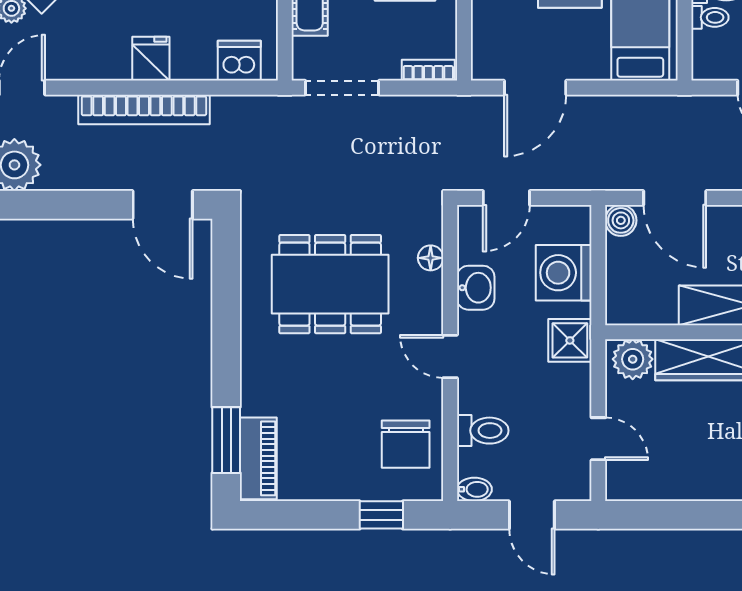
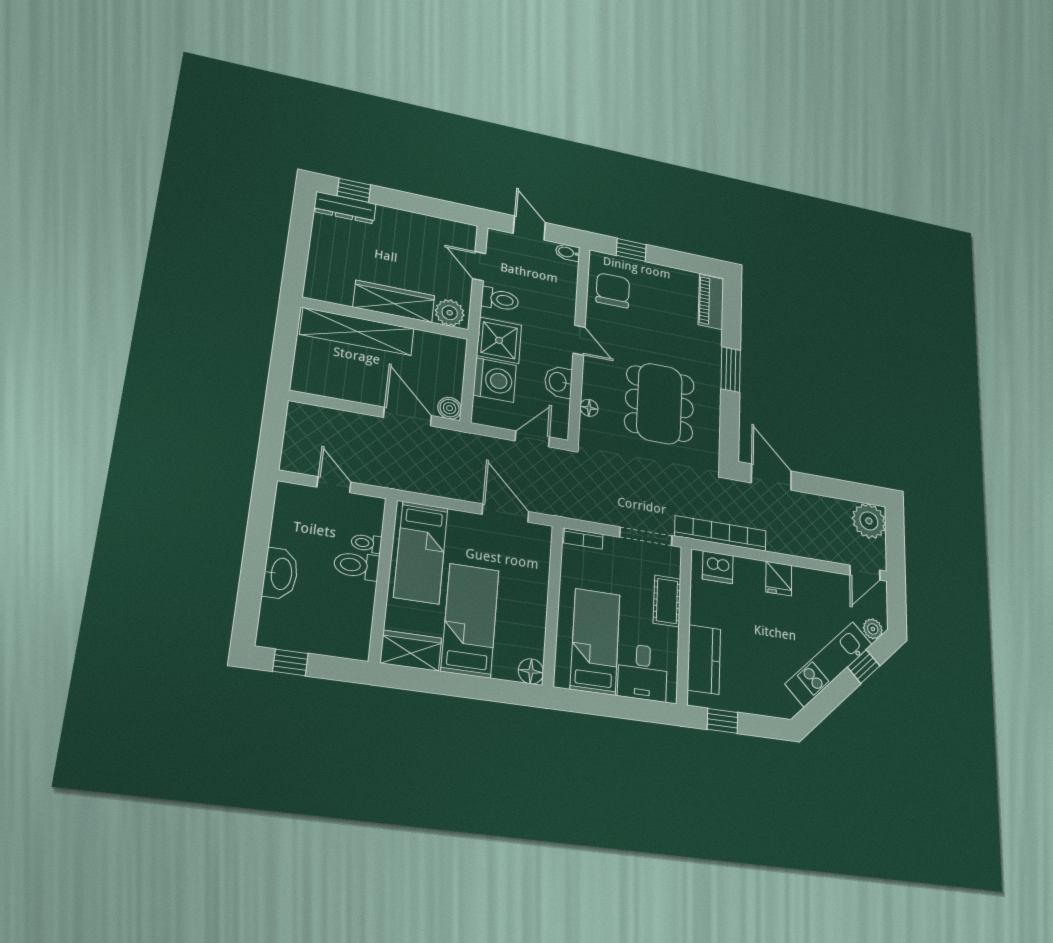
door: (535, 88) -> (505, 513), hinge flipped
bookcase: (144, 109) -> (721, 533), moved
dining table: (330, 284) -> (660, 403), turned 90
shower: (570, 340) -> (499, 340), width x1.36, depth x1.36
toilet: (483, 431) -> (500, 299), moved, turned 180
window: (226, 440) -> (731, 369), moved

